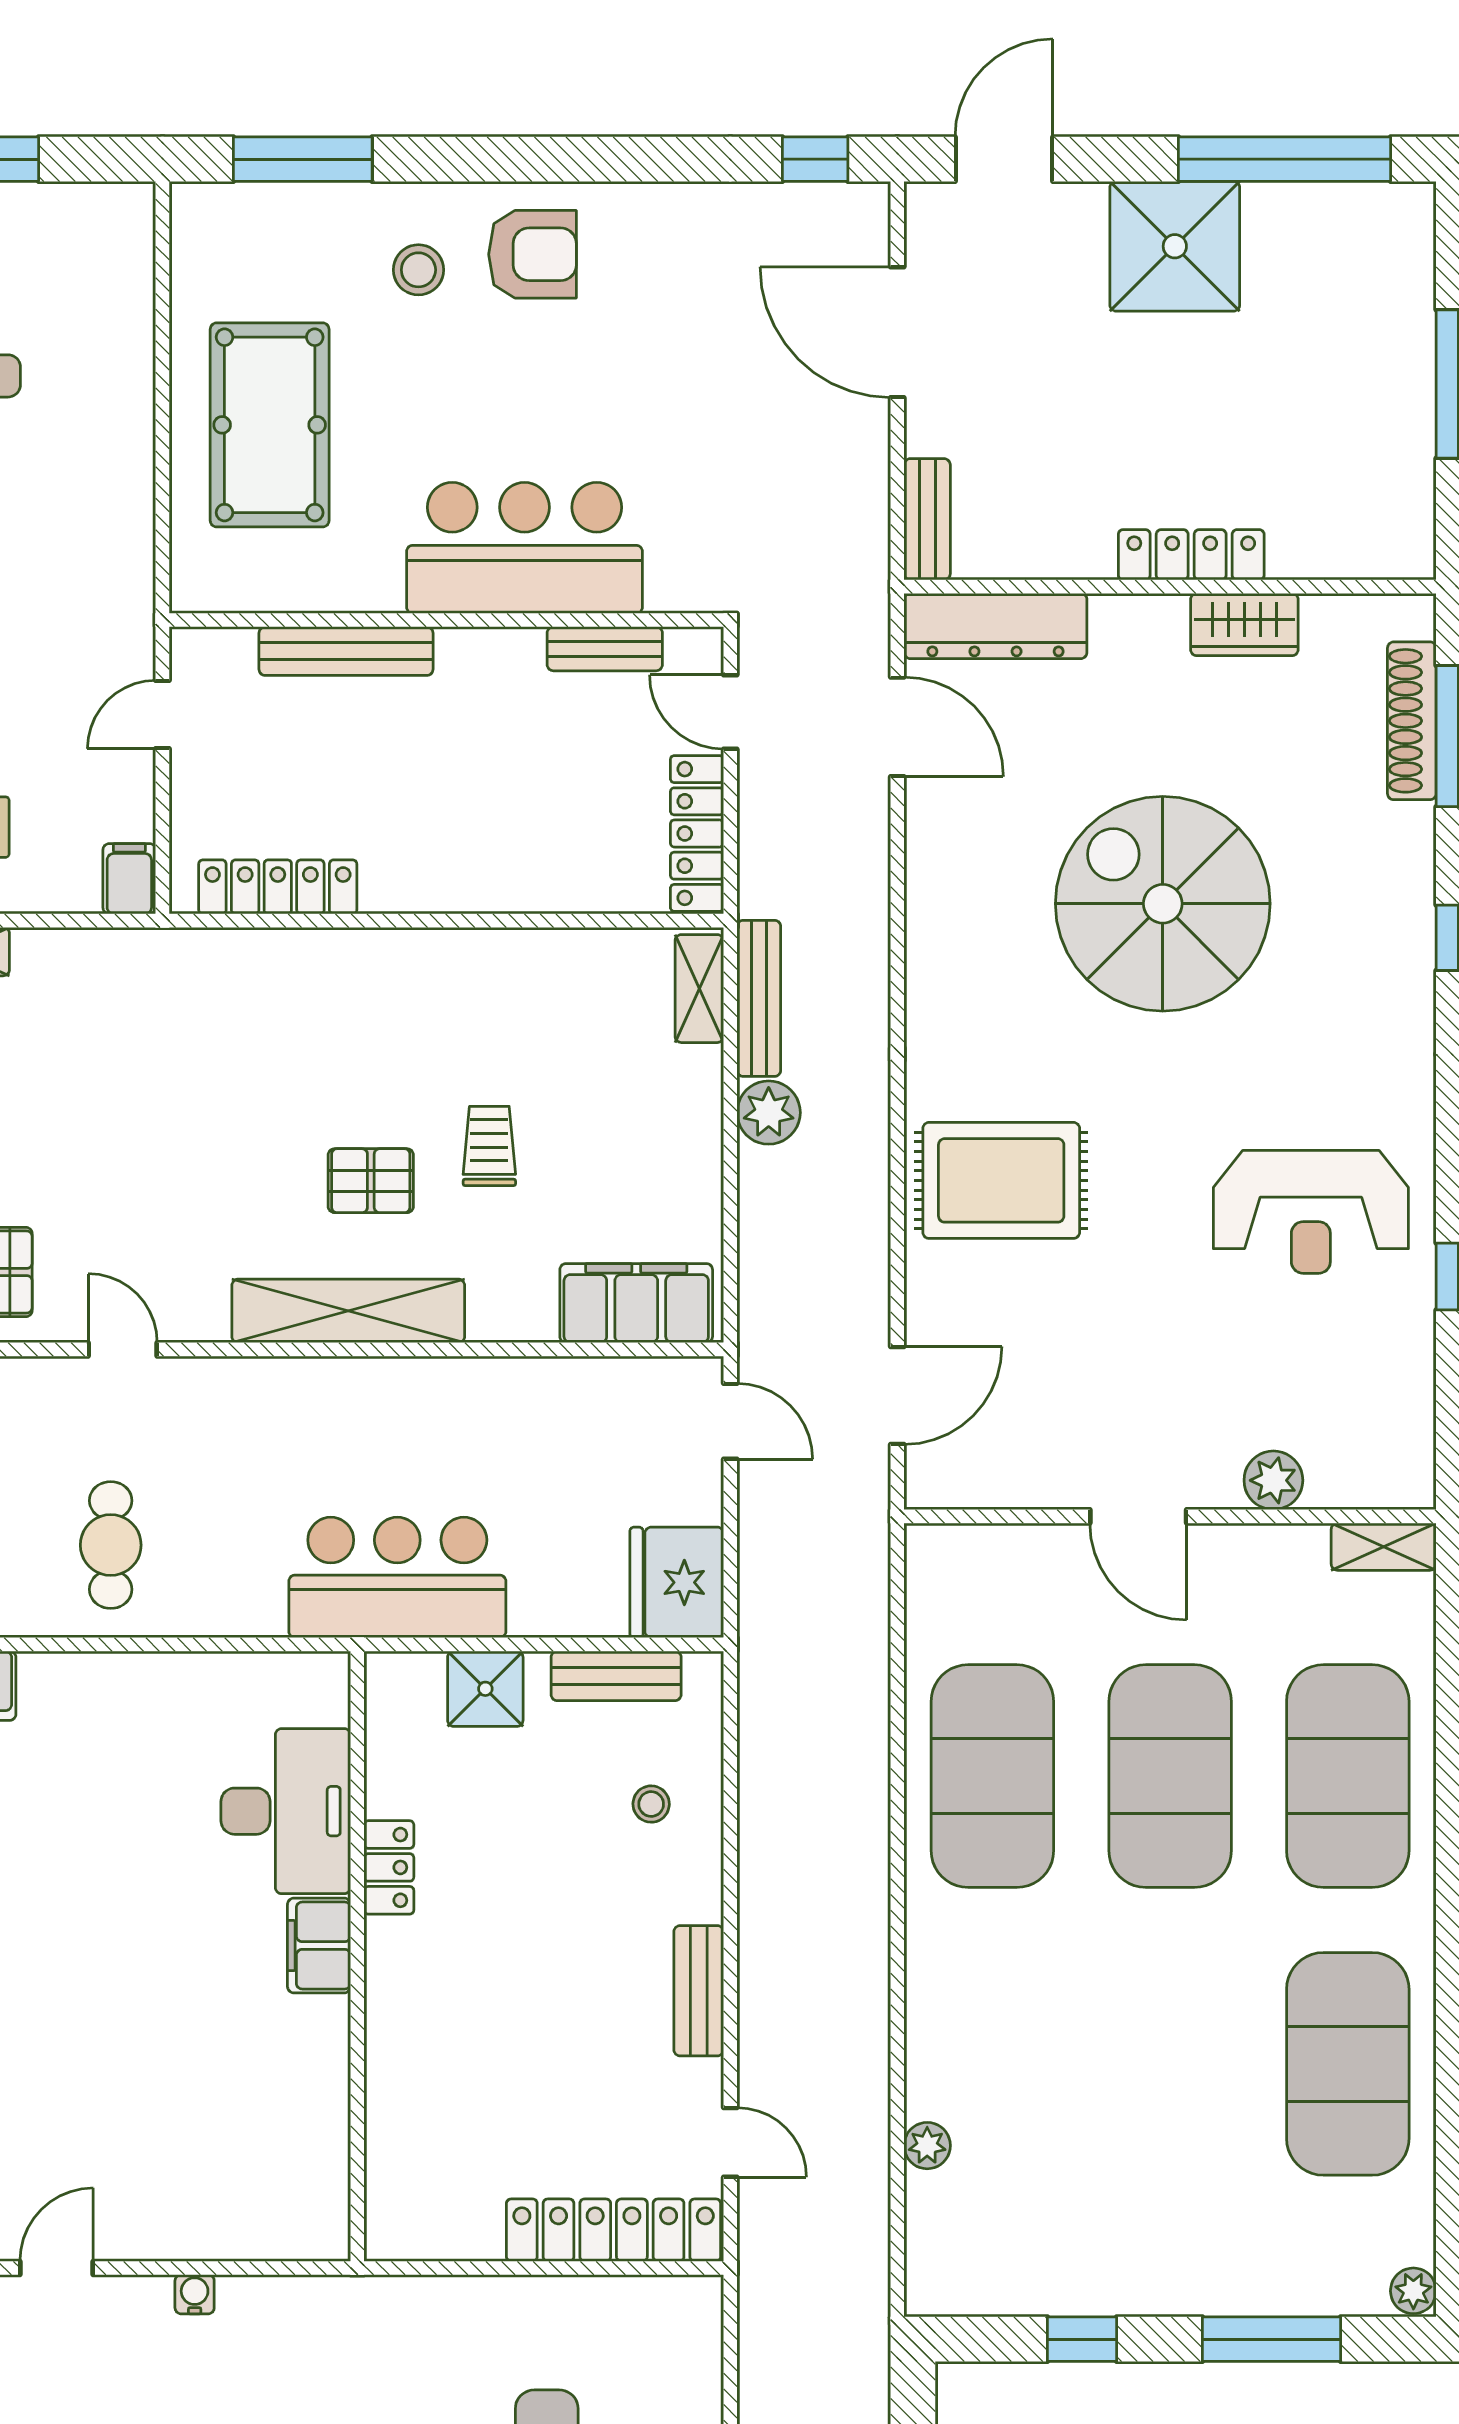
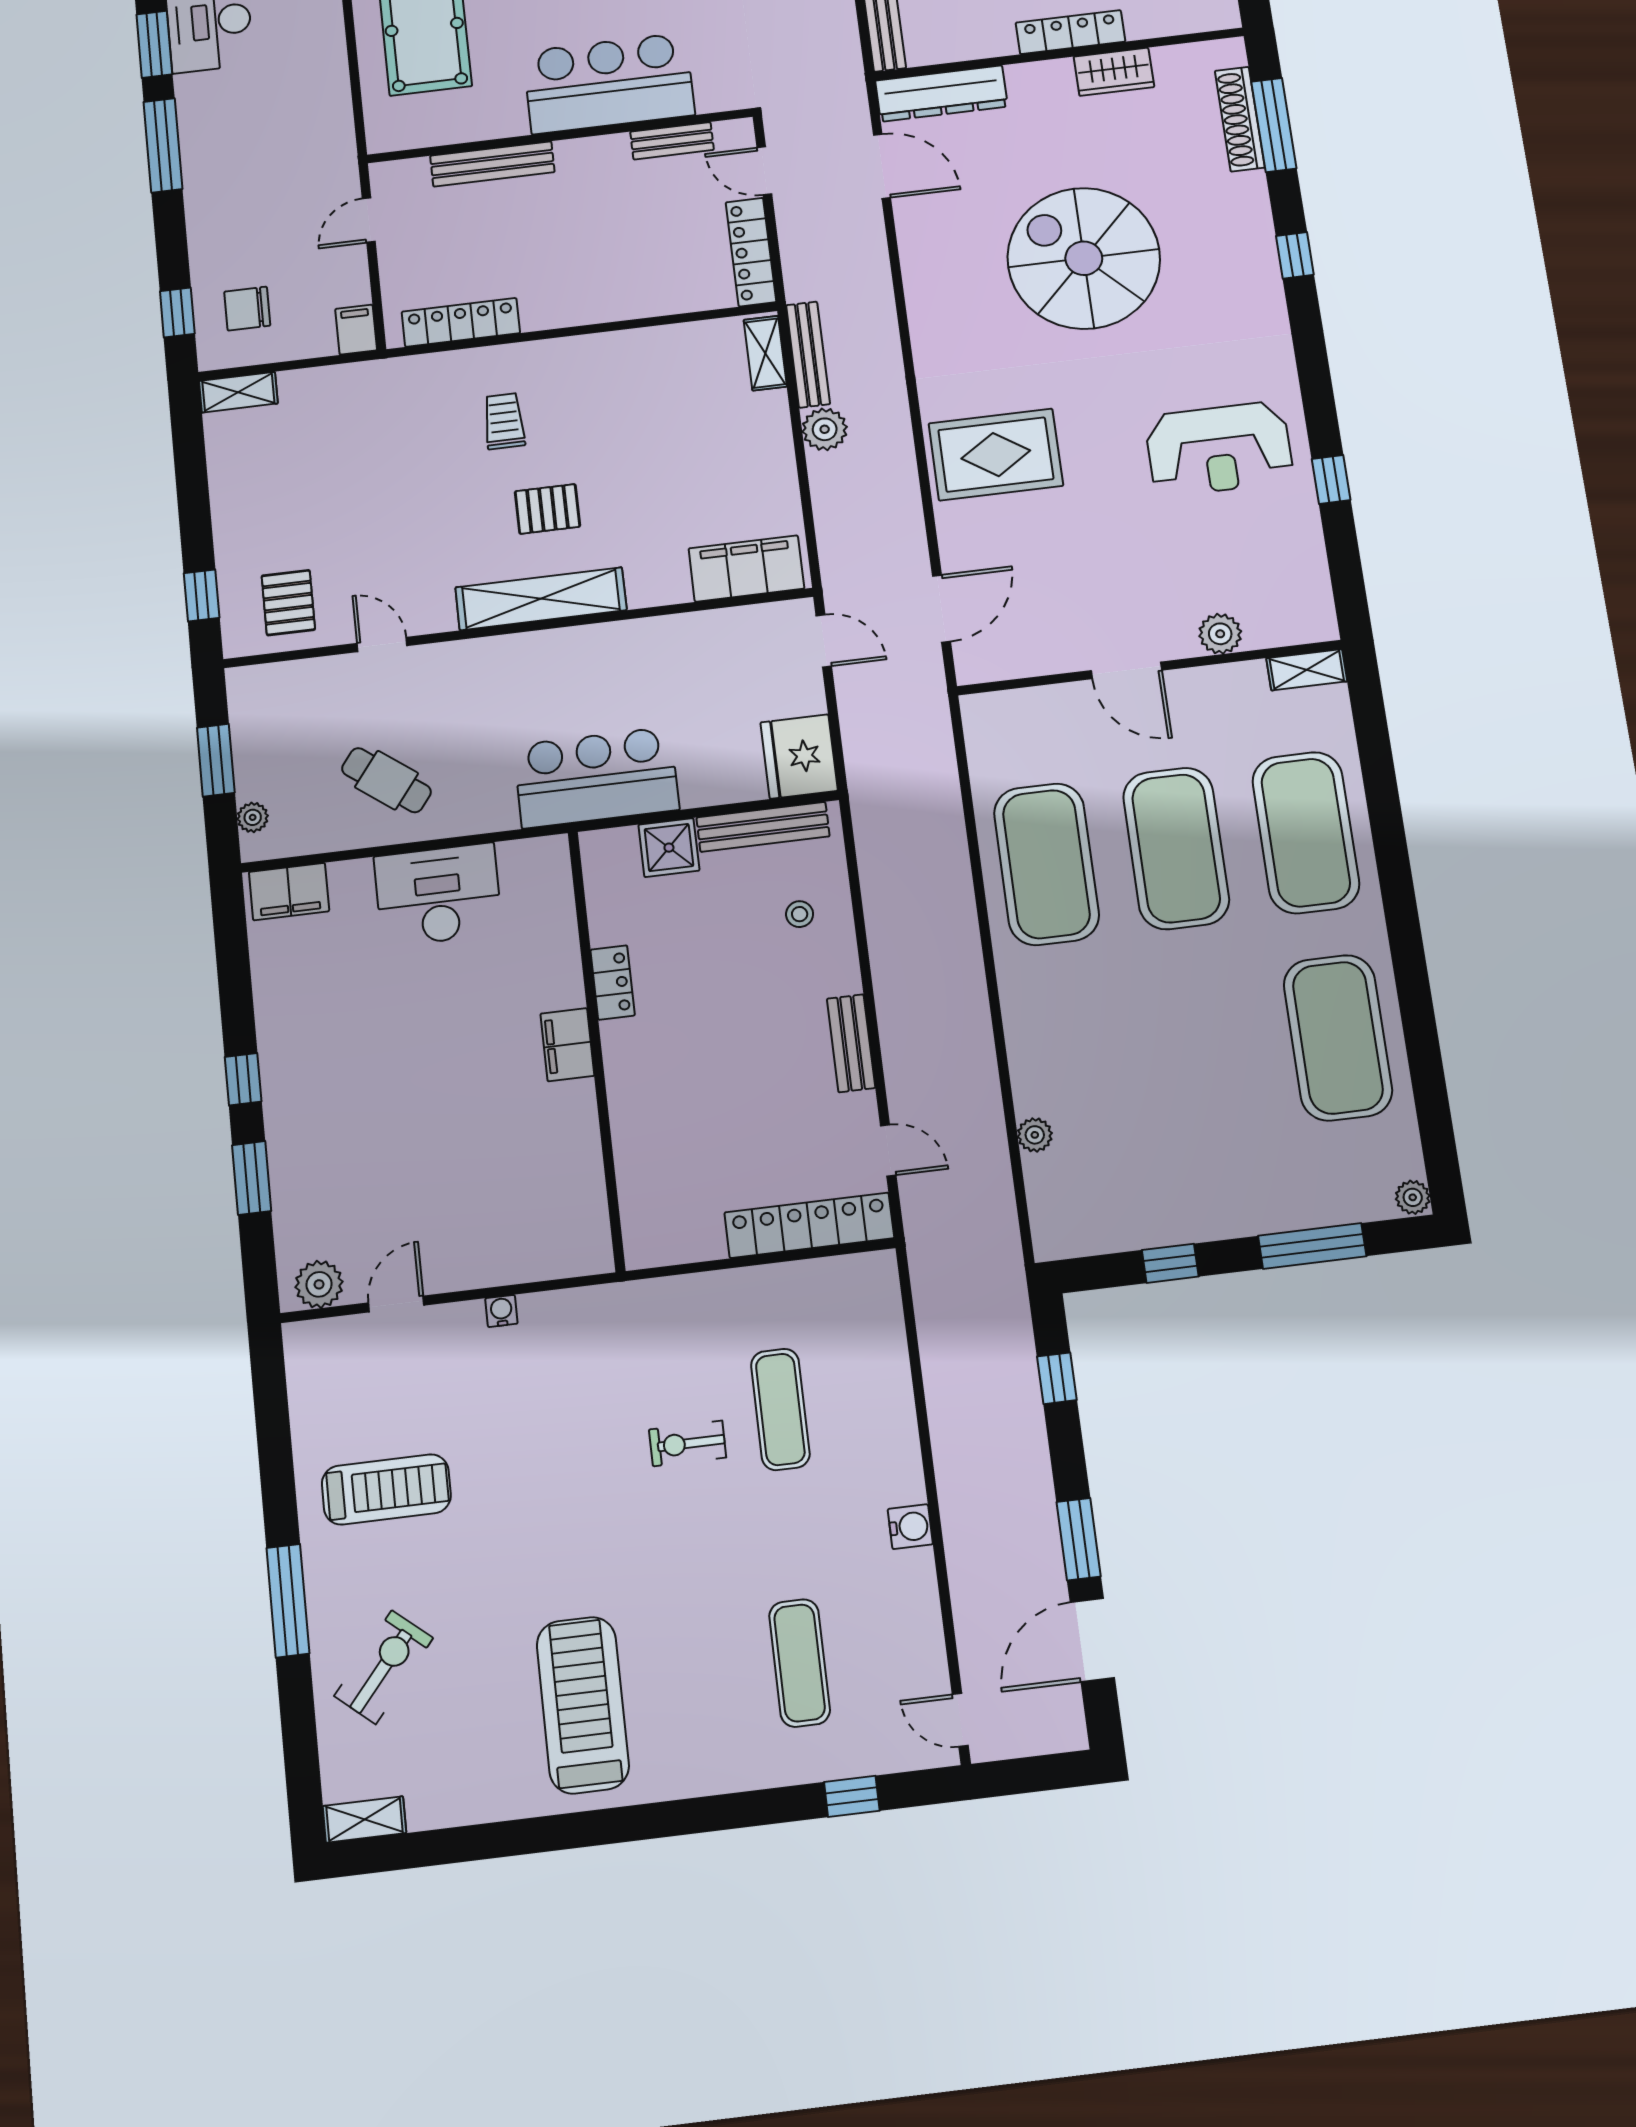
trolley: (489, 1146) -> (504, 421), moved
cafe table: (111, 1545) -> (386, 780), turned -53
bench: (616, 1676) -> (763, 827), width x1.36
desk: (286, 1811) -> (438, 895), moved, turned -90

